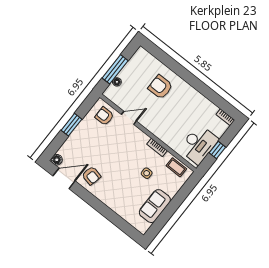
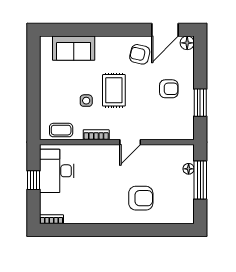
armchair: (104, 116) -> (169, 89), moved
door: (129, 118) -> (130, 142), moved
window: (71, 125) -> (200, 103), moved
rug: (125, 166) -> (114, 90), added
sofa: (155, 206) -> (74, 48), moved, turned 90

